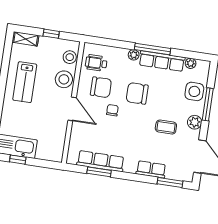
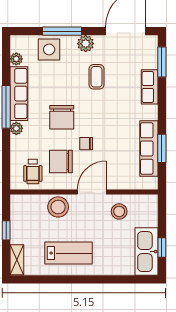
stool: (70, 57) -> (119, 211), moved
chair: (101, 87) -> (61, 161), turned -90

